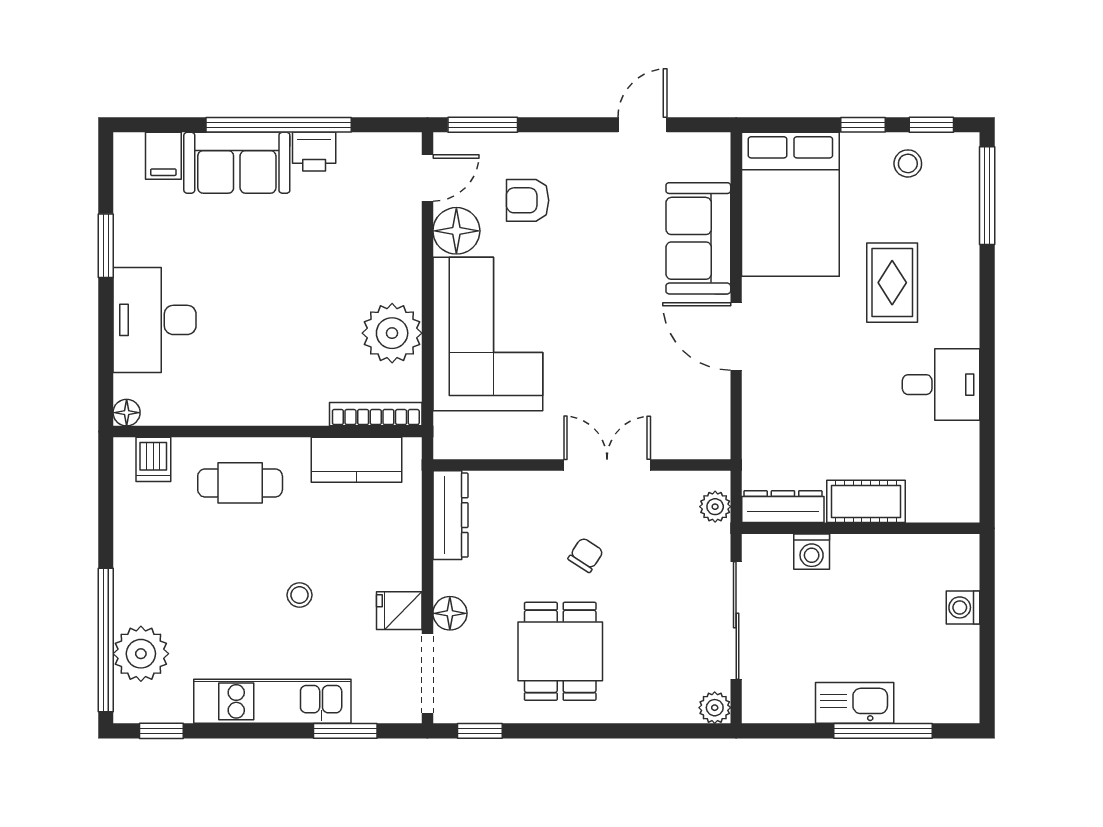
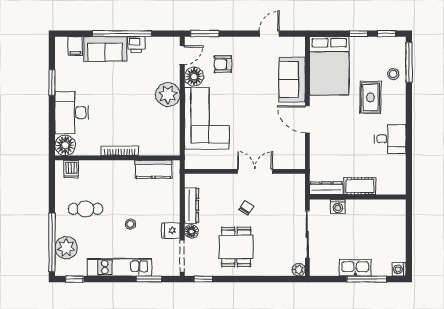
stool: (908, 163) -> (393, 74), moved
plant: (392, 333) -> (168, 95), moved
floor lamp: (127, 413) -> (65, 145), width x1.89, depth x1.89
bookcase: (376, 414) -> (120, 151), moved
cafe table: (240, 483) -> (85, 209), moved
plant: (715, 507) -> (299, 188), removed
dresser: (450, 515) -> (192, 205), moved
washing machine: (963, 607) -> (399, 269), moved

